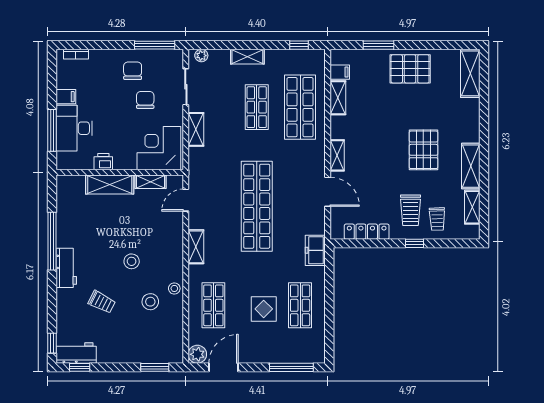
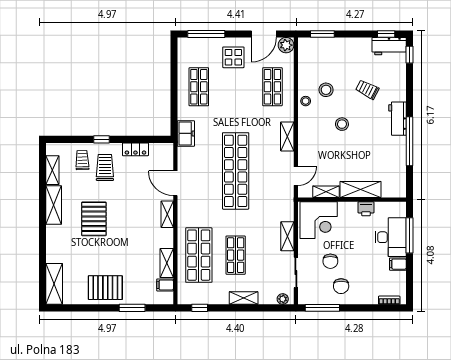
locker: (367, 232) -> (135, 149), width x0.66
display table: (264, 309) -> (233, 57), moved

